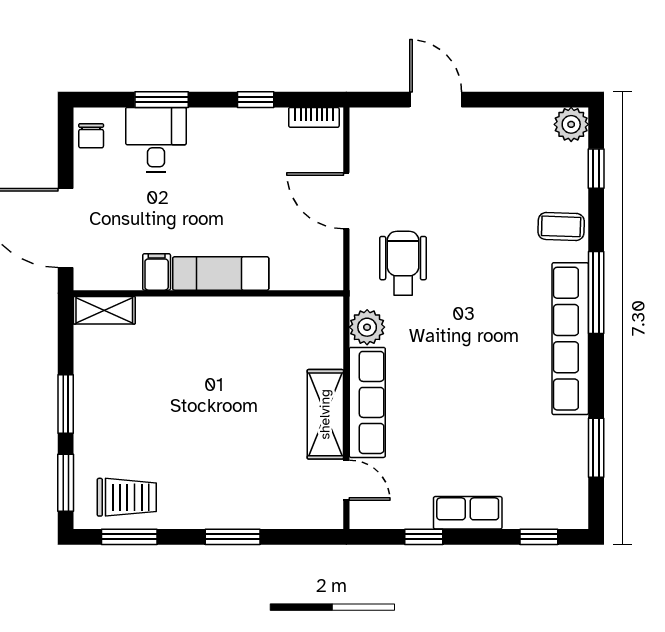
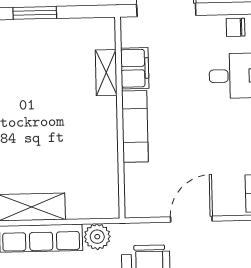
filing cabinet: (157, 272) -> (135, 68), width x2.00
shelving: (104, 310) -> (106, 73), moved

